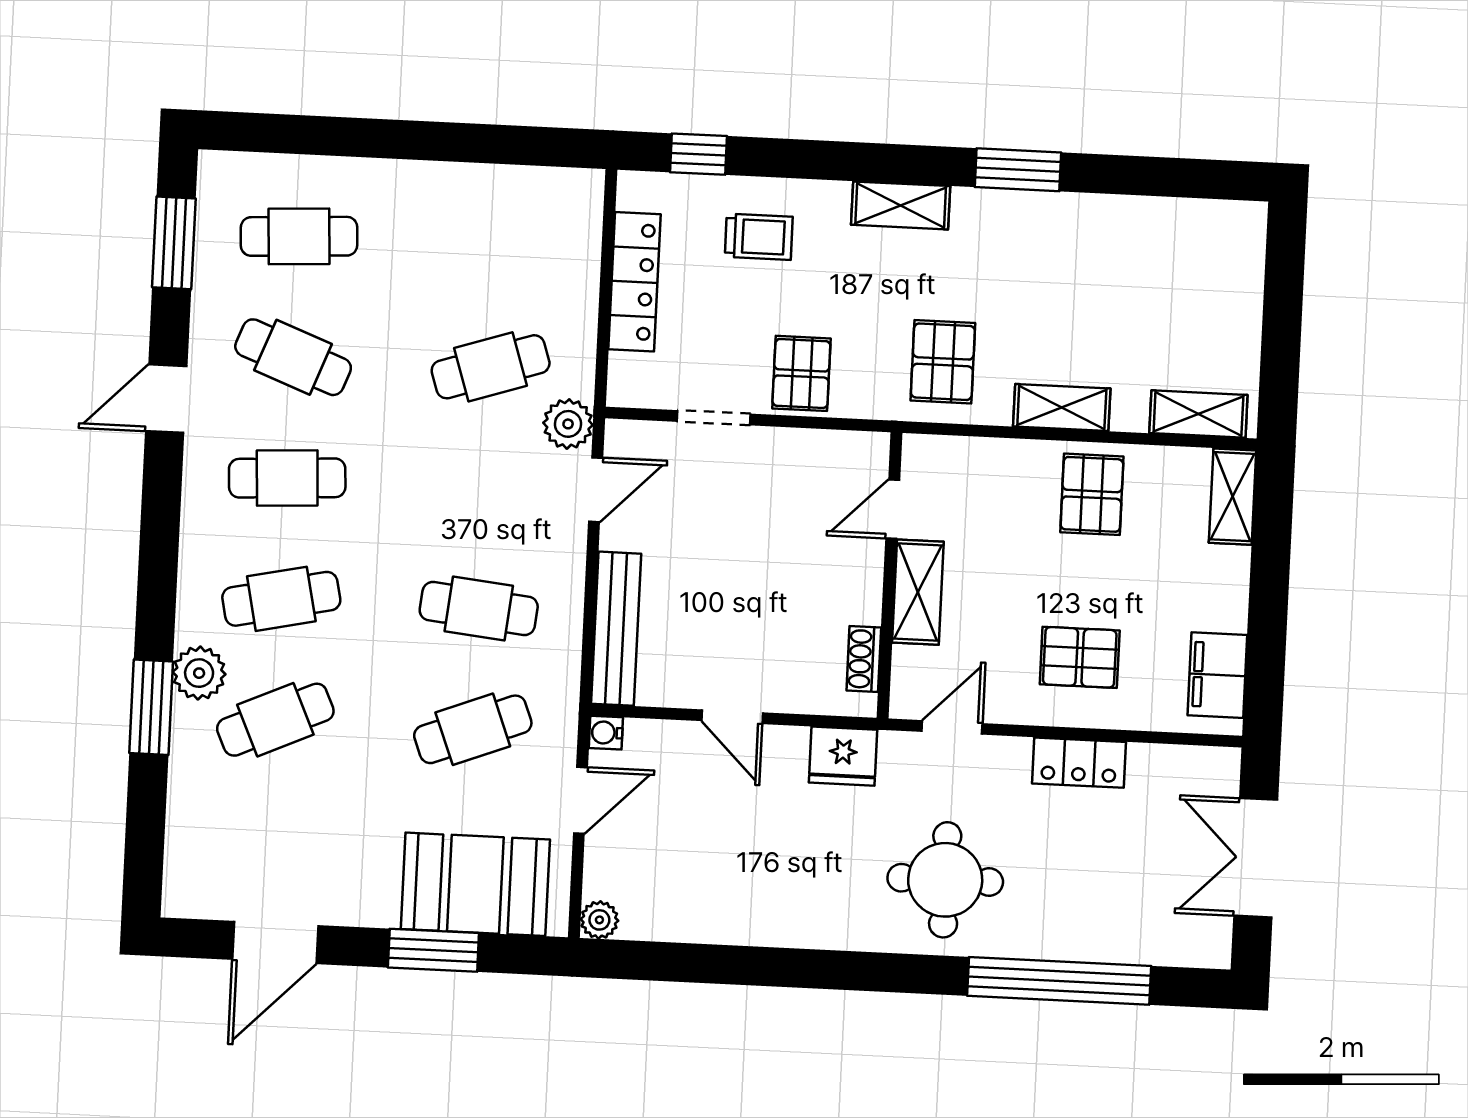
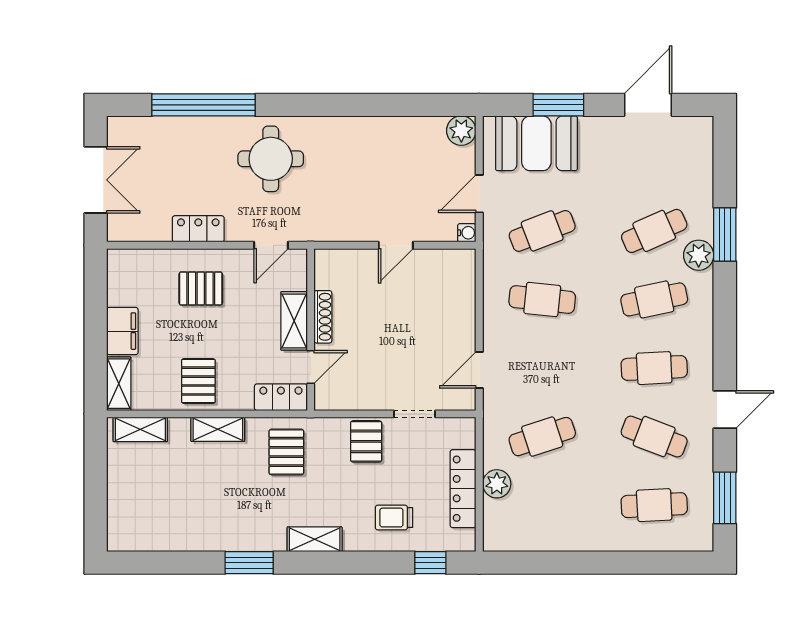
plant: (568, 424) -> (497, 484), moved
locker: (948, 459) -> (281, 397), added
bench: (616, 629) -> (464, 292), removed
shoe rack: (864, 659) -> (323, 317), moved, width x1.43
filing cabinet: (1217, 675) -> (122, 331), moved
door: (732, 717) -> (396, 245), swing flipped
fridge: (843, 756) -> (332, 226), removed
plant: (599, 920) -> (461, 131), width x1.38, depth x1.38

